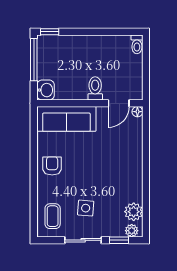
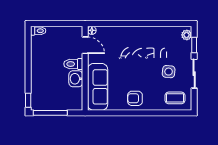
washbasin: (46, 90) -> (76, 79), moved, turned -90
plant: (134, 212) -> (171, 33), removed

